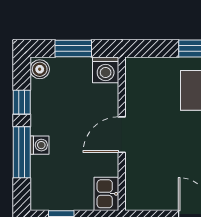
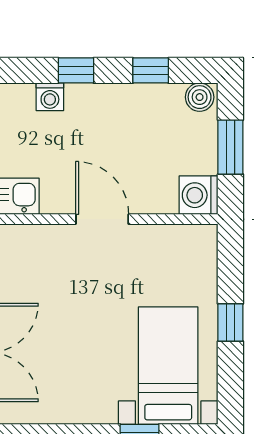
washing machine: (39, 145) -> (50, 97), moved
window: (22, 152) -> (76, 70), width x0.46

